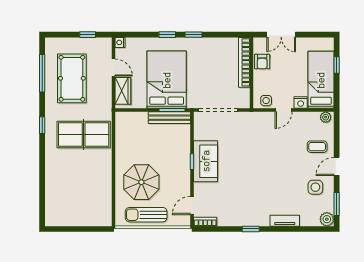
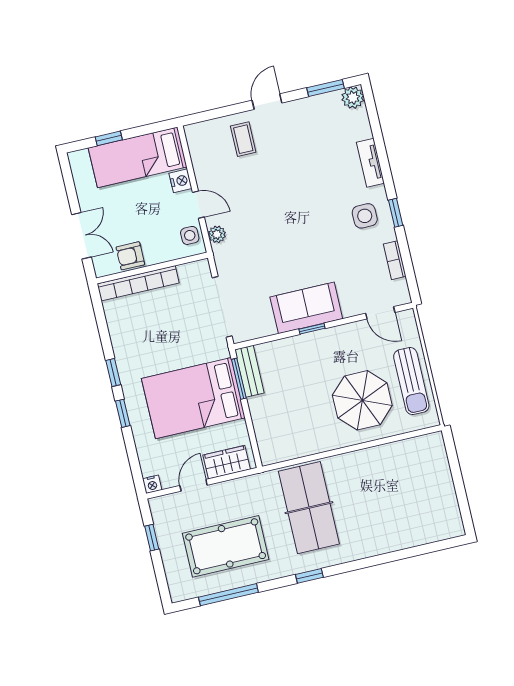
armchair: (262, 61) -> (130, 256), turned 180
plant: (326, 117) -> (217, 234), moved
bench: (169, 118) -> (249, 371), width x0.73
door: (337, 166) -> (267, 102), swing flipped
side table: (315, 187) -> (365, 216), moved
bookcase: (205, 222) -> (395, 260), moved

